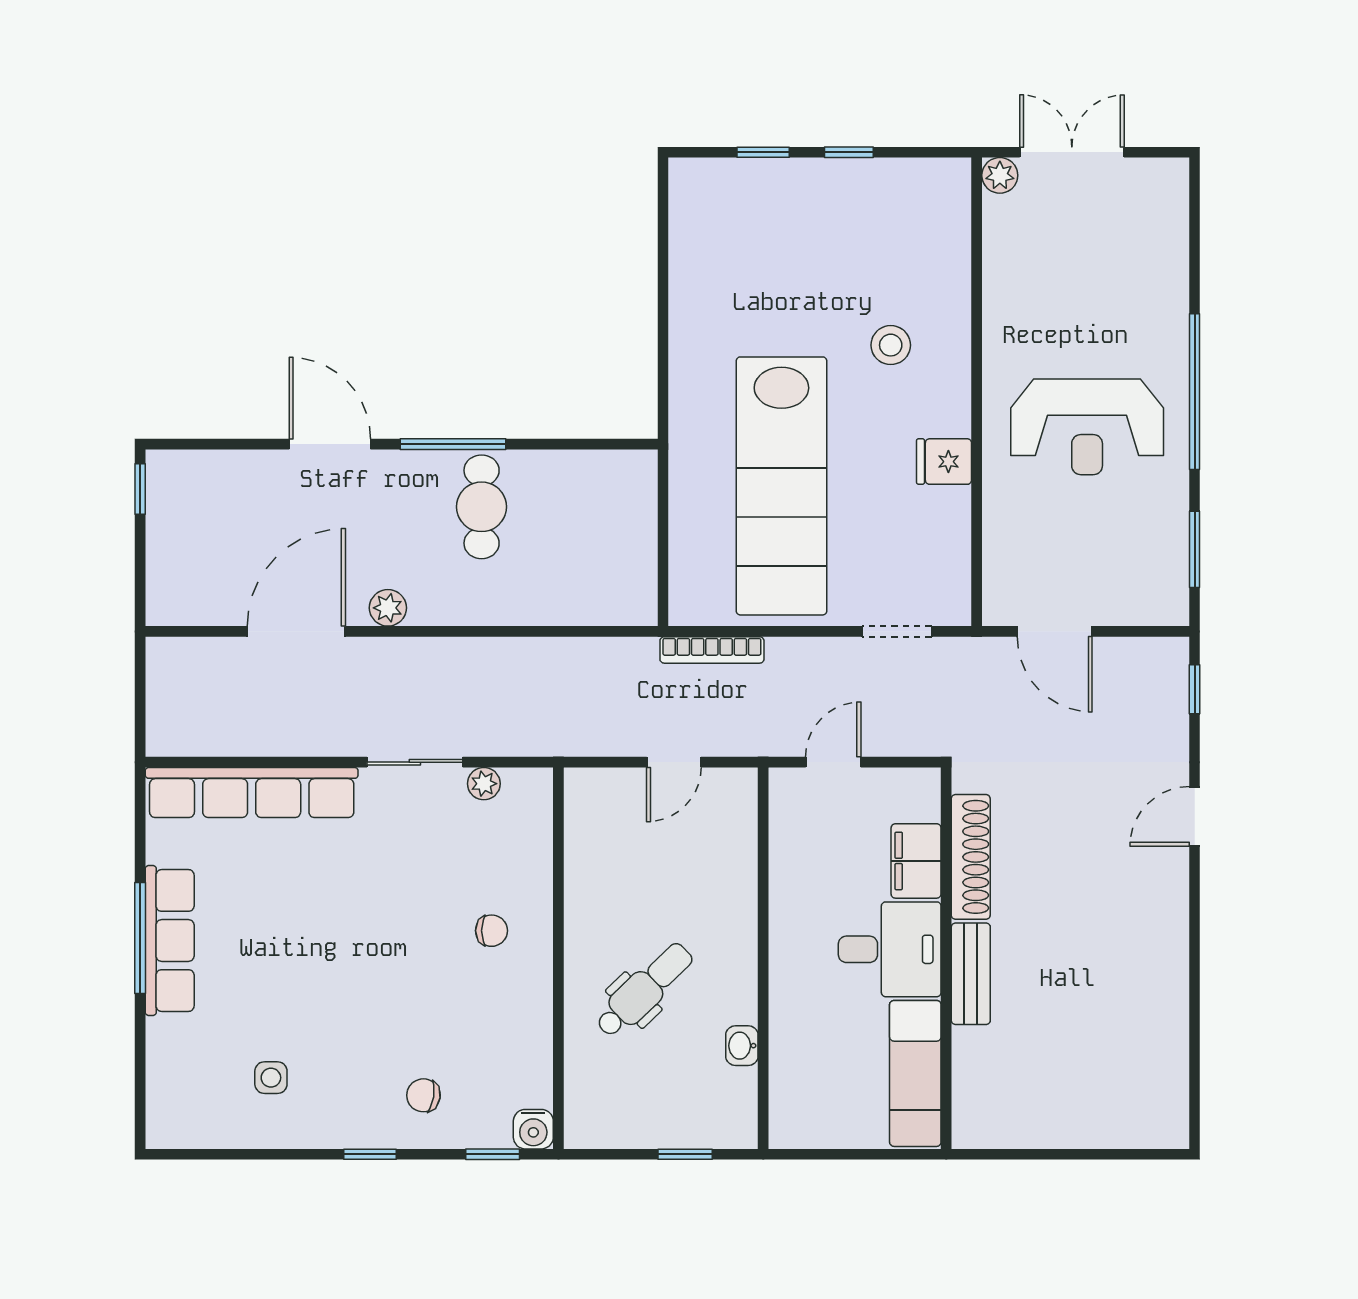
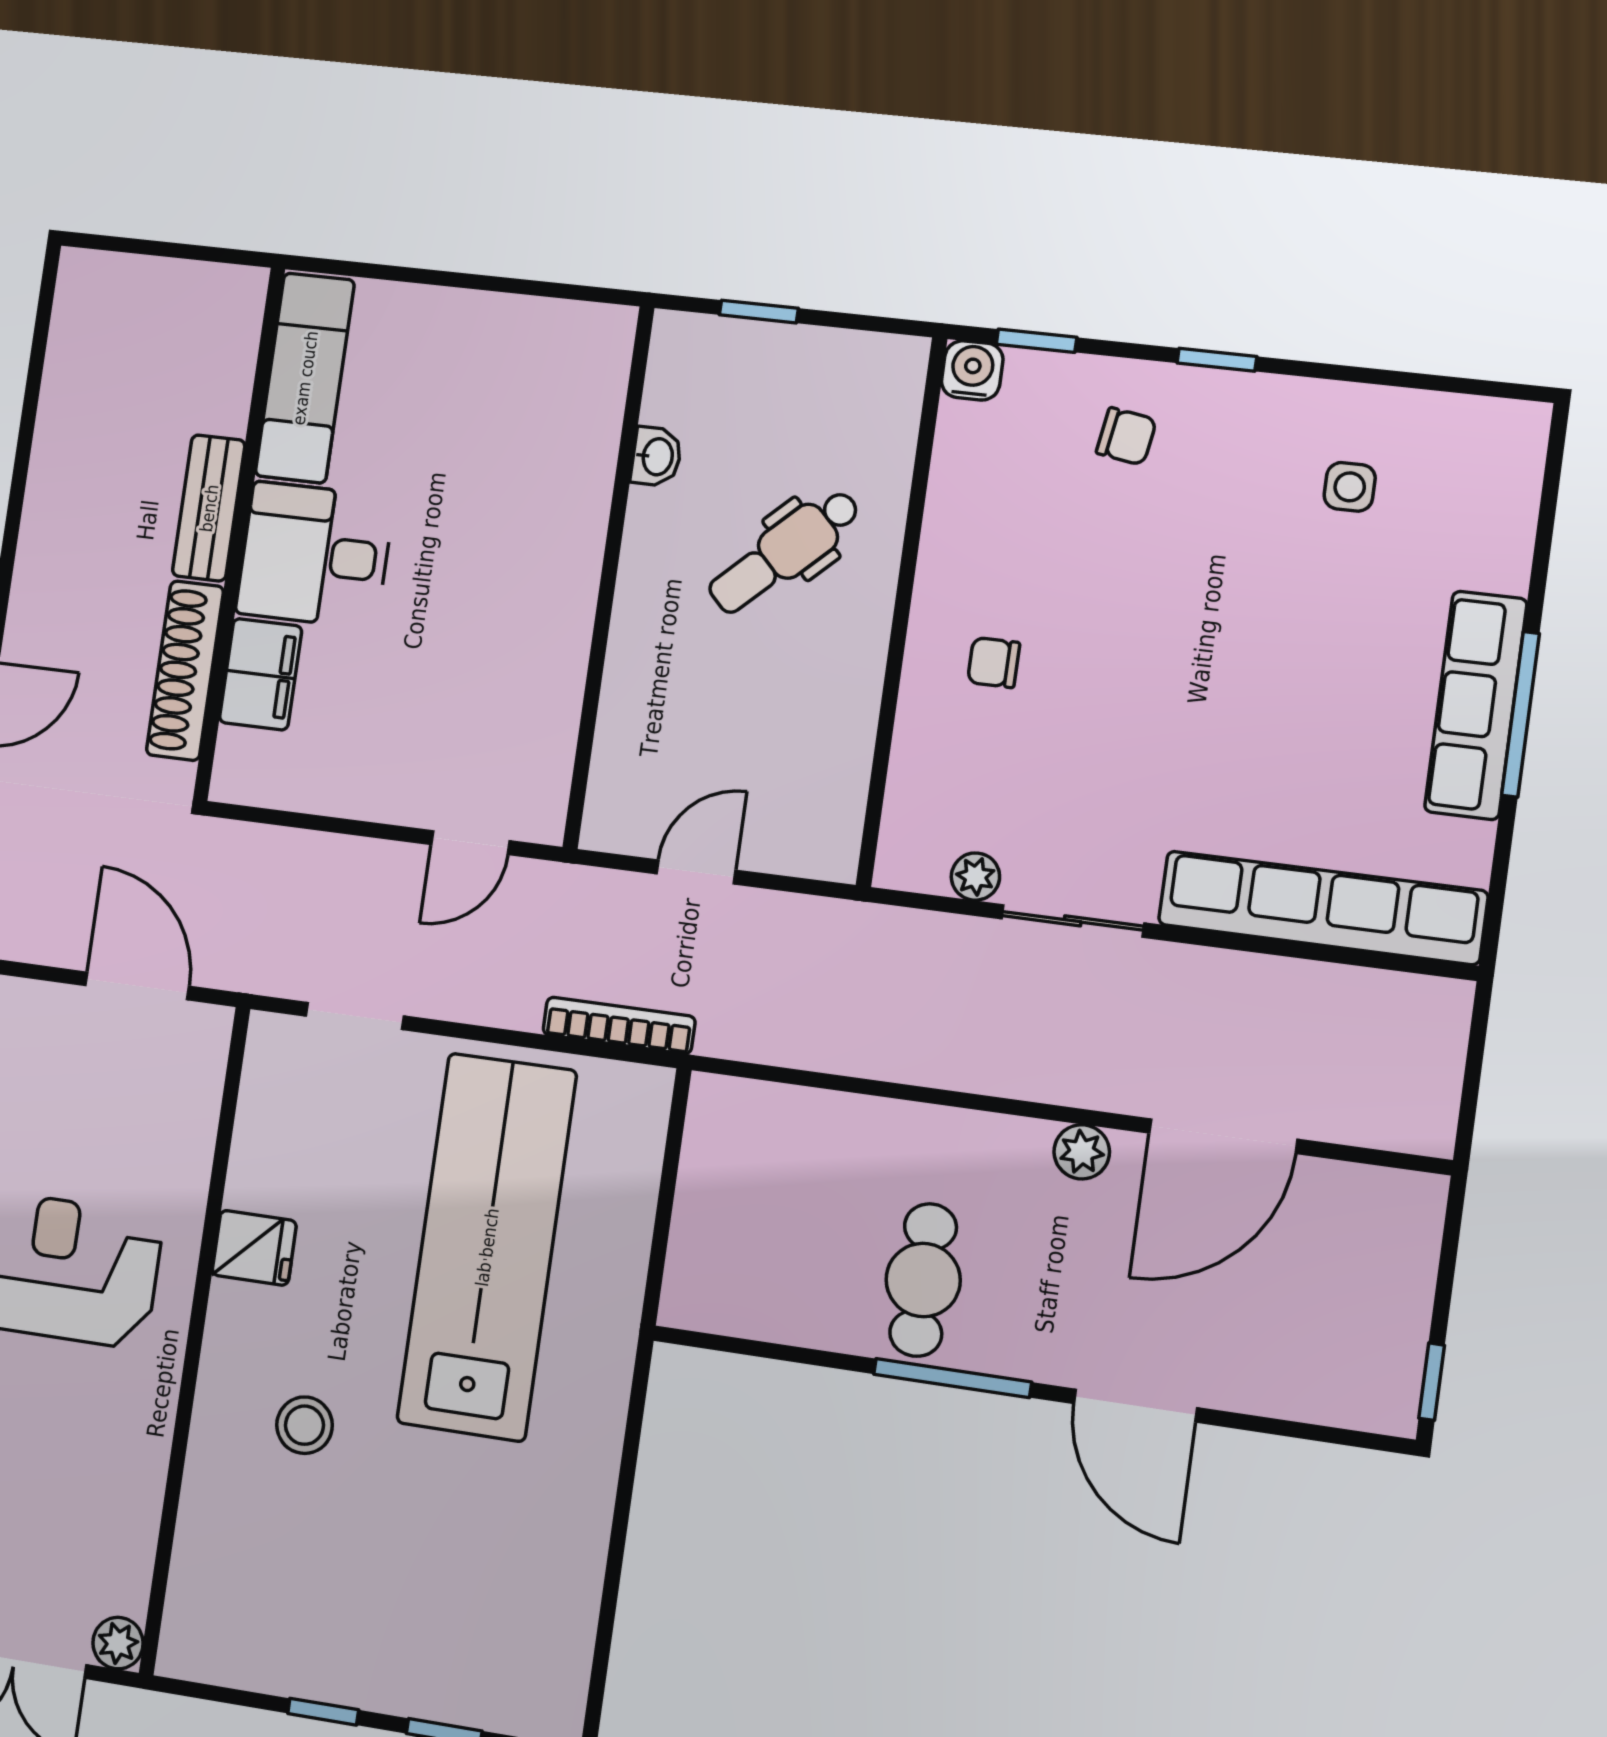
shoe rack: (971, 857) -> (185, 671), moved
filing cabinet: (916, 861) -> (261, 674), moved
desk: (890, 949) -> (315, 555), moved
wall: (946, 958) -> (239, 534), moved
bench: (971, 974) -> (209, 508), moved
exam couch: (915, 1073) -> (305, 378), moved

